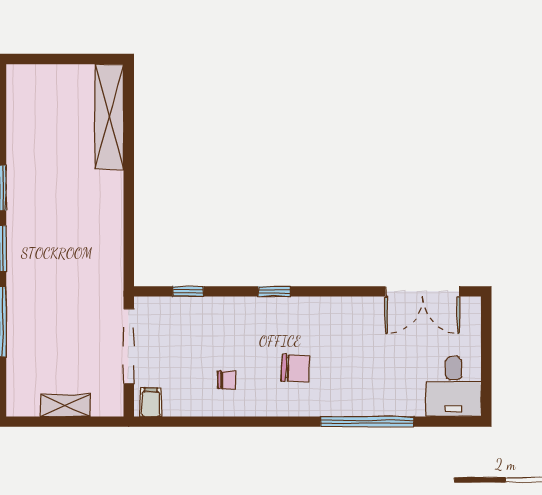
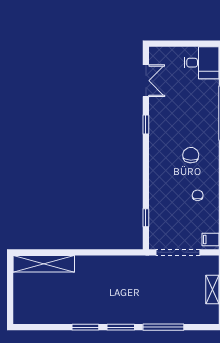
window: (274, 291) -> (146, 125), moved
double door: (423, 291) -> (146, 81), width x0.73

